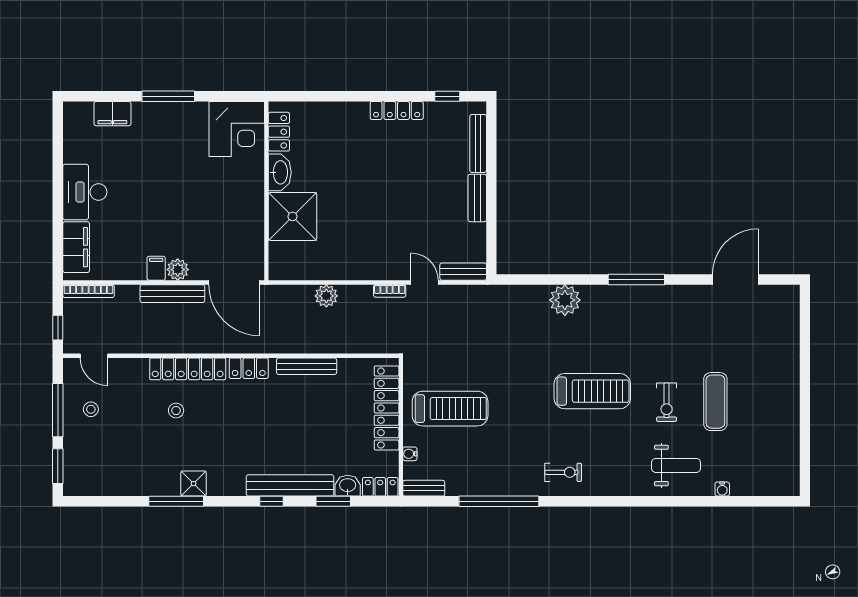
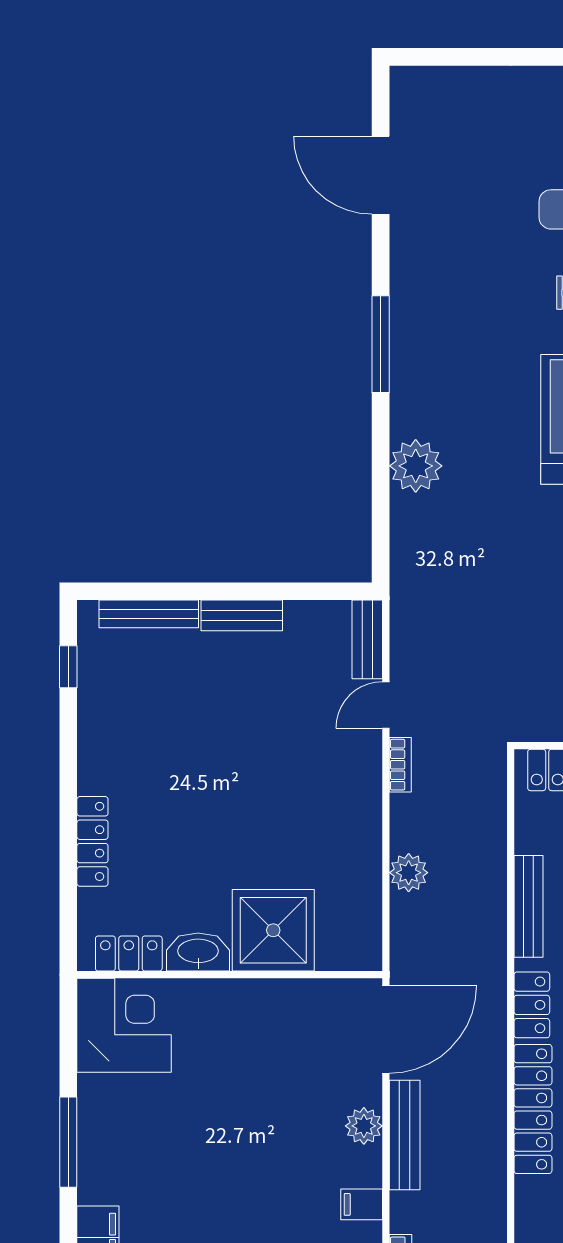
locker: (397, 110) -> (92, 841), moved
filing cabinet: (156, 268) -> (362, 1204), moved

